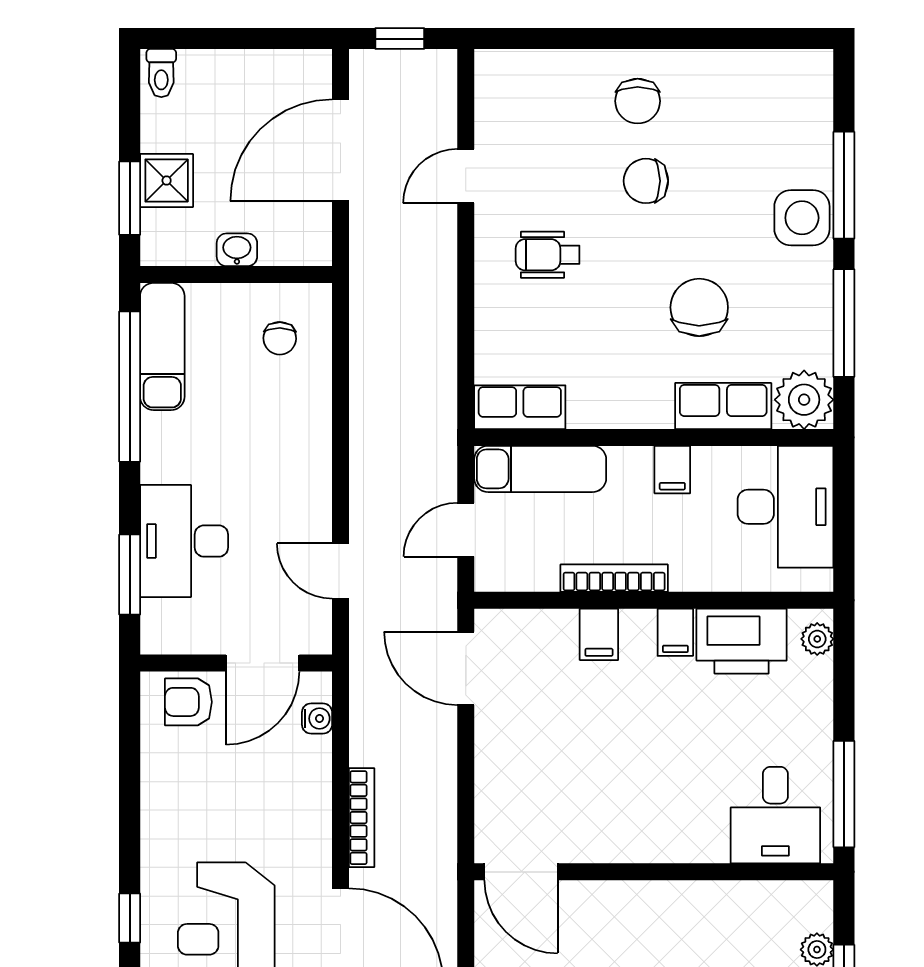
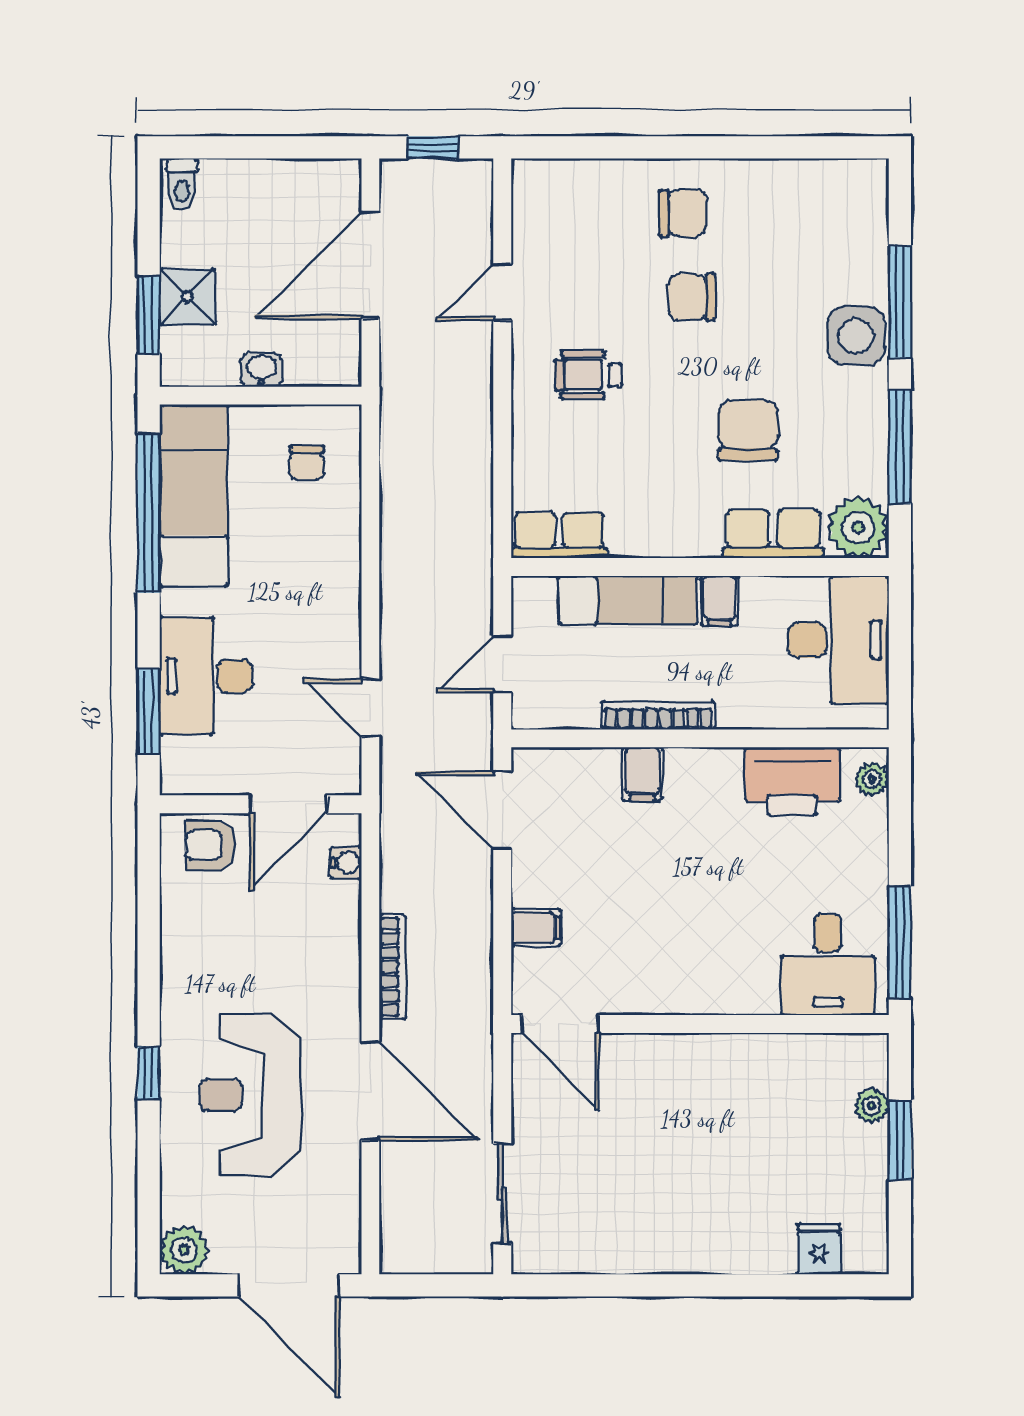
chair: (638, 101) -> (683, 213), turned -90
exam couch: (162, 346) -> (194, 496), width x1.36, depth x1.45
exam couch: (540, 469) -> (628, 600), moved
filing cabinet: (675, 632) -> (536, 928), moved, turned -90

